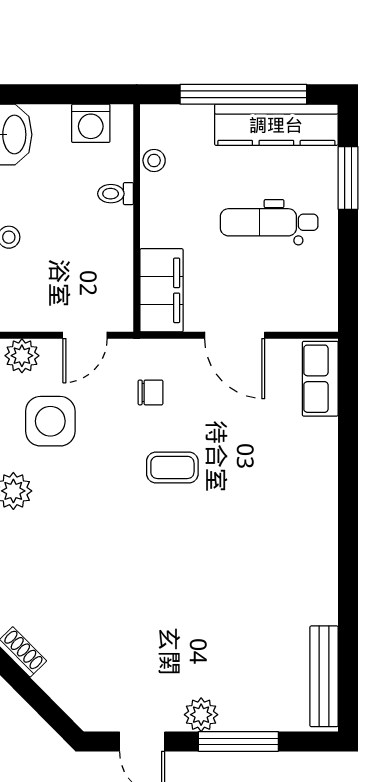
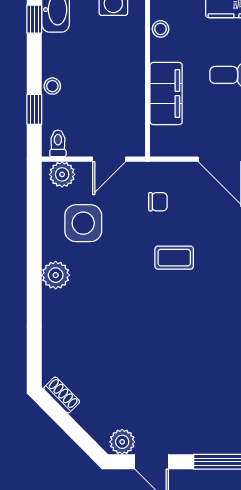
toilet: (116, 194) -> (58, 143), moved, turned 90
filing cabinet: (162, 290) -> (166, 94), moved
plant: (201, 715) -> (122, 442), moved

